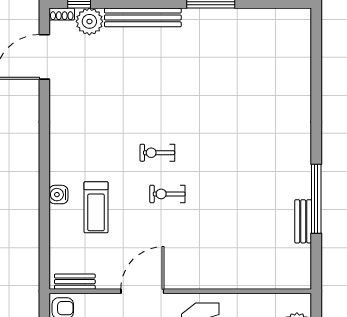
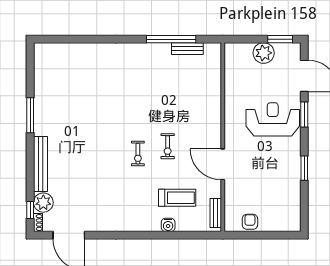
bench: (75, 282) -> (216, 213), moved
door: (142, 291) -> (223, 164), moved
wall: (180, 291) -> (223, 137), moved

